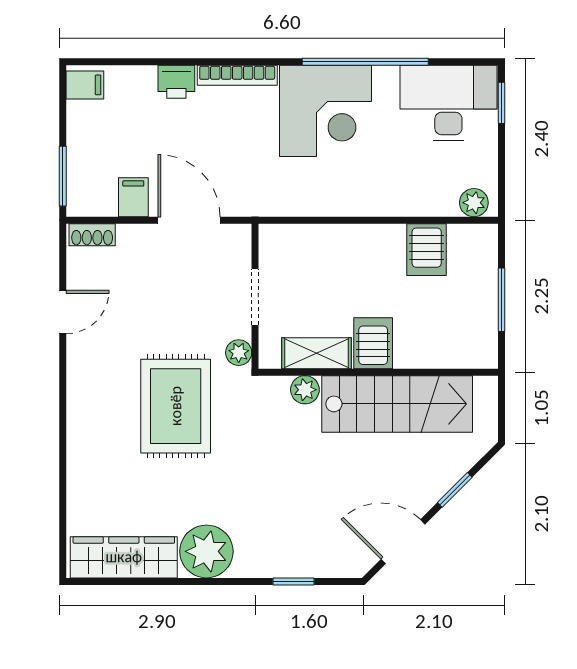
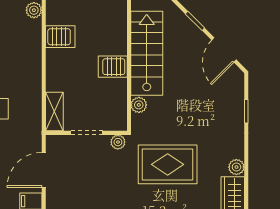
shelving: (316, 353) -> (54, 112), moved
rug: (176, 406) -> (168, 164), moved
plant: (206, 551) -> (236, 167), width x0.53, depth x0.53

